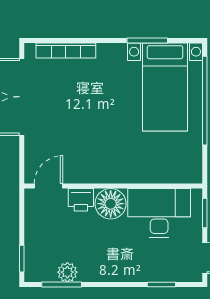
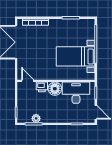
bed with nightstands: (165, 87) -> (76, 56), moved, turned 90
door: (48, 186) -> (28, 81), hinge flipped

